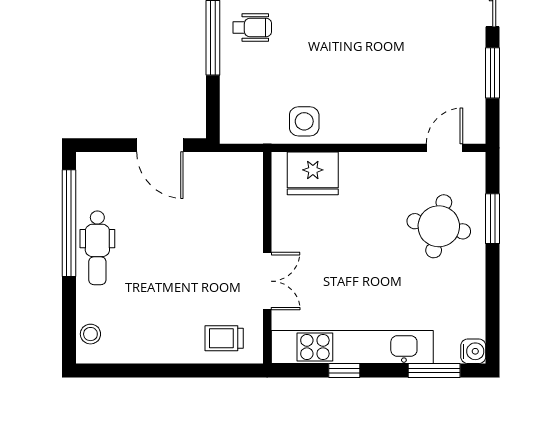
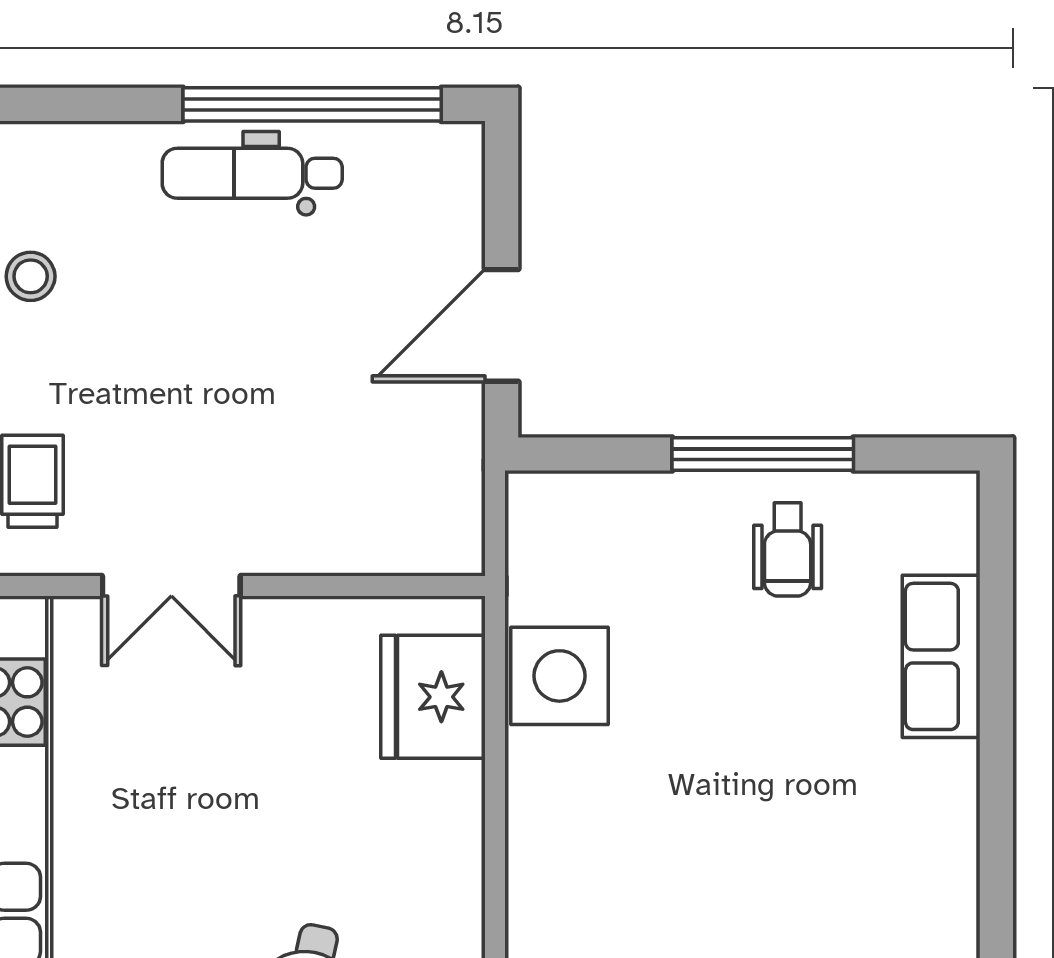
side table: (304, 121) -> (559, 676), width x1.37, depth x1.37
stool: (90, 334) -> (31, 276), moved

